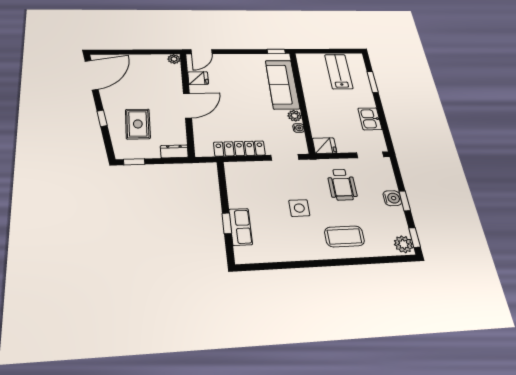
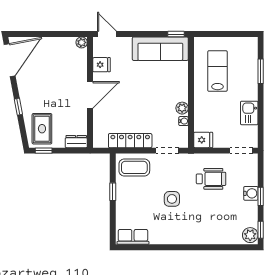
door: (201, 52) -> (107, 34), swing flipped
lab bench: (339, 72) -> (217, 71), moved
sofa: (282, 84) -> (160, 49), moved, turned -90
rug: (138, 124) -> (42, 129), moved
wheelchair: (342, 185) -> (211, 179), turned -90
window: (227, 223) -> (113, 192), moved
row of seats: (241, 227) -> (133, 237), moved, turned -90
coffee table: (344, 236) -> (134, 167), moved

